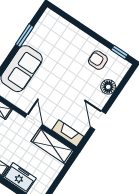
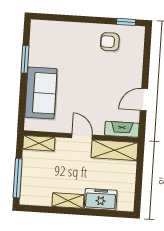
floor lamp: (108, 87) -> (135, 62), removed
door: (98, 120) -> (144, 100), hinge flipped

